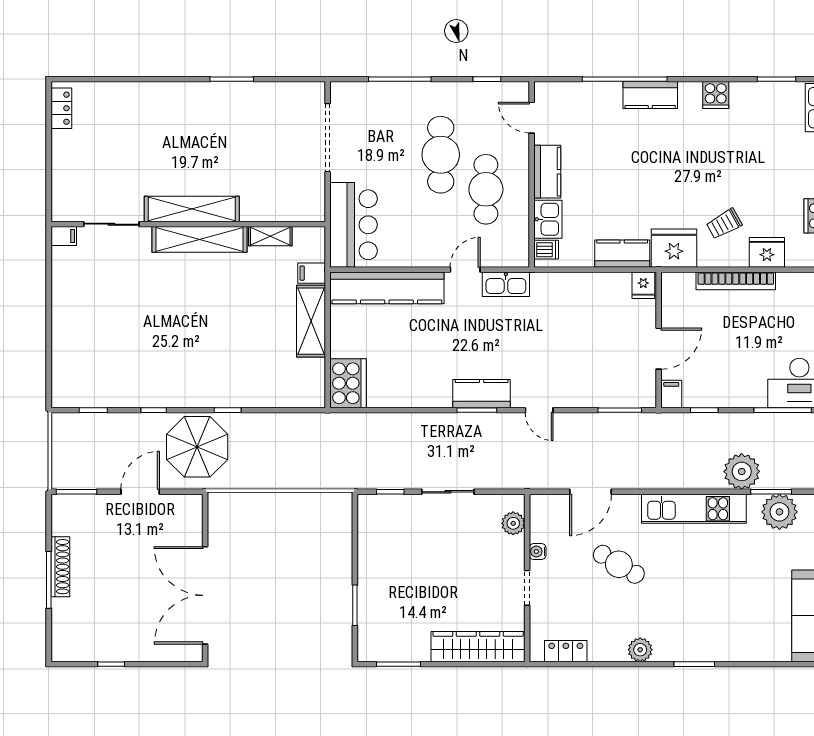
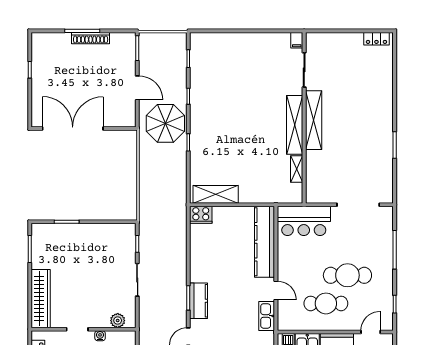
filing cabinet: (312, 273) -> (274, 195), removed
shelving: (311, 321) -> (216, 194), moved
cooker: (348, 383) -> (201, 215), width x0.73, depth x0.76

